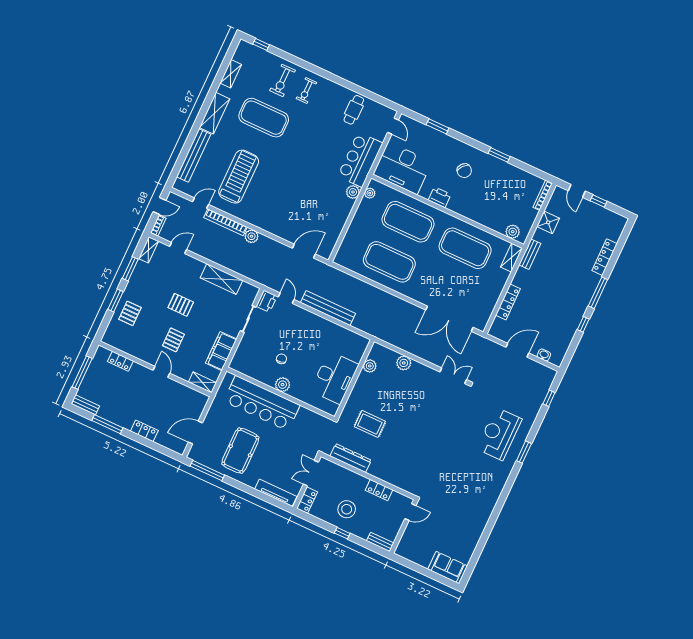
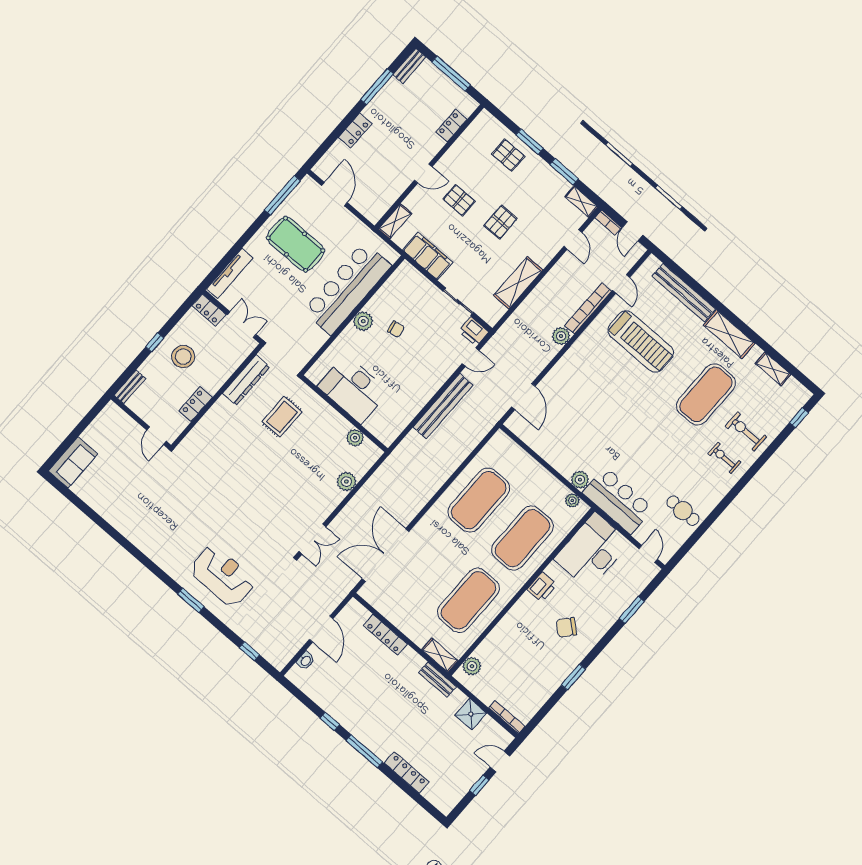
door: (393, 126) -> (648, 554), swing flipped

